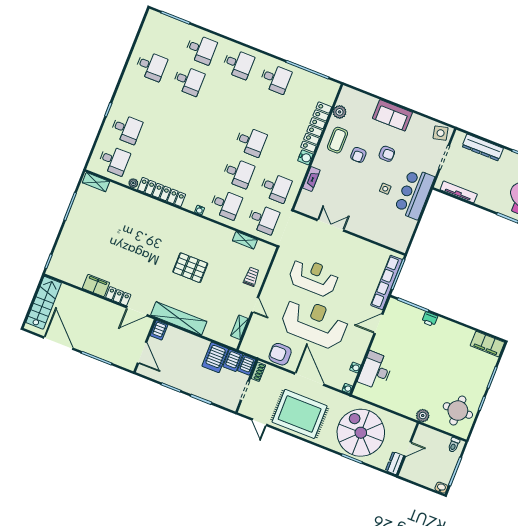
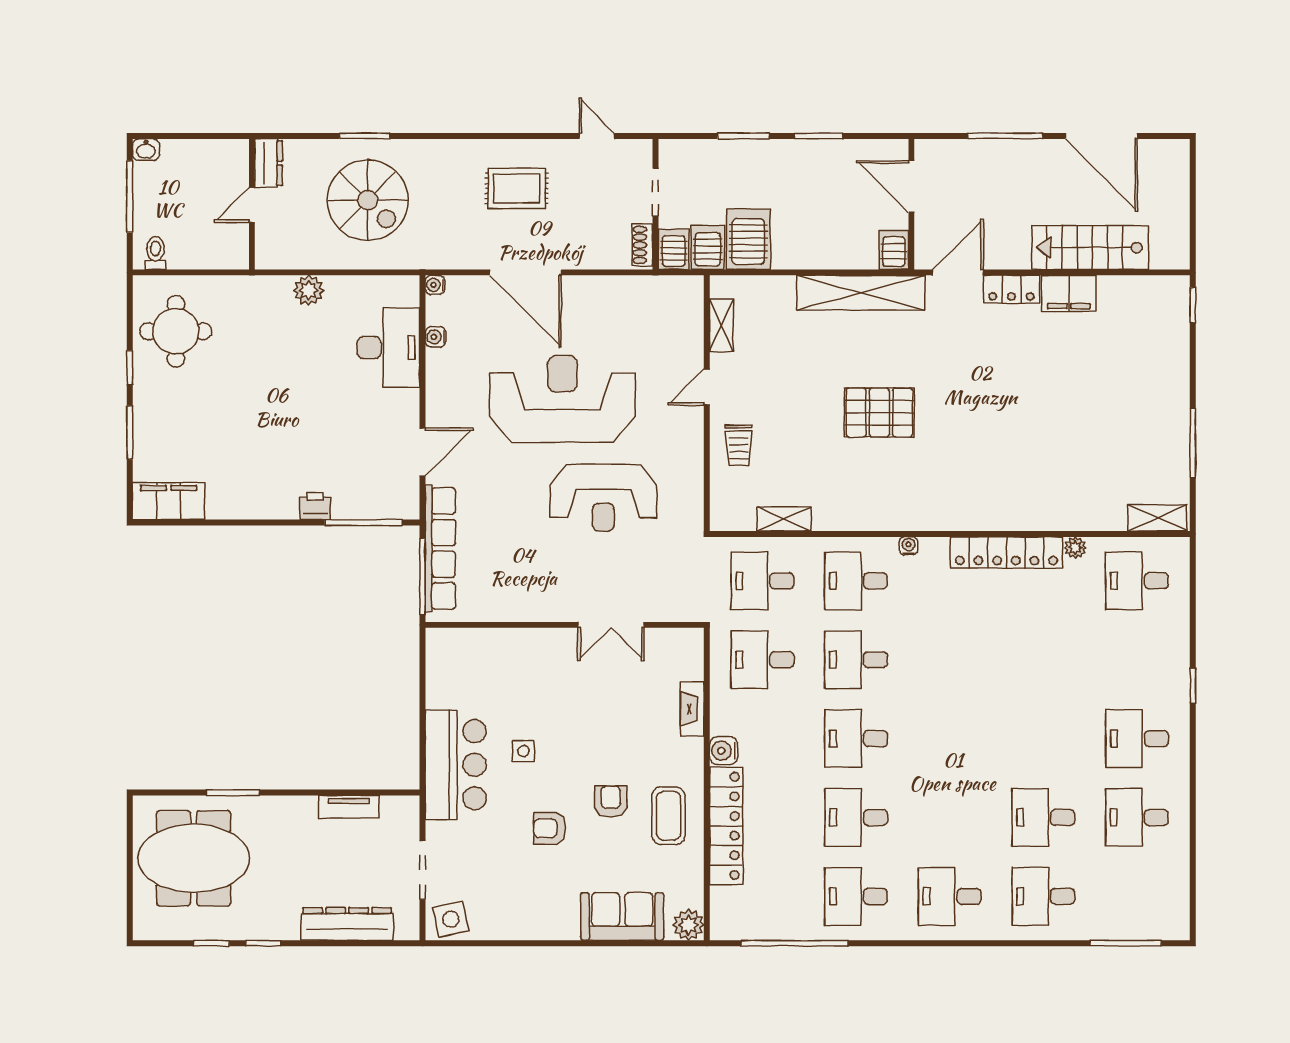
desk: (263, 110) -> (856, 817), added
plant: (340, 112) -> (688, 925), moved
sofa: (392, 115) -> (622, 917), moved
desk: (126, 129) -> (1137, 739), moved
tv unit: (459, 192) -> (349, 807), width x0.71
stairs: (44, 303) -> (1090, 248), moved, turned 90
door: (255, 305) -> (707, 387), hinge flipped
reception desk: (314, 323) -> (562, 399), turned 180
armchair: (280, 354) -> (610, 302), removed
rug: (300, 414) -> (517, 188), width x0.54, depth x0.49
plant: (423, 416) -> (309, 290), moved
spiral stairs: (361, 433) -> (368, 200), width x0.73, depth x0.73

